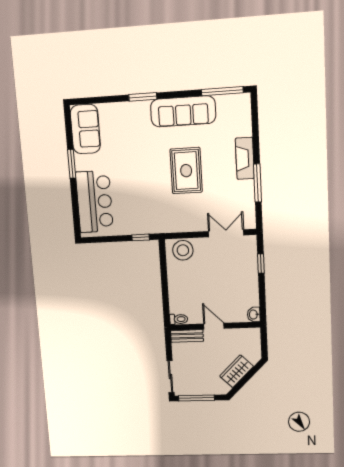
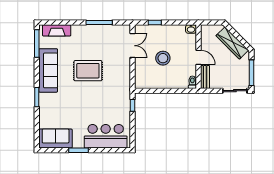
fireplace: (245, 158) -> (57, 30), moved
double door: (226, 233) -> (132, 46), swing flipped
stool: (183, 250) -> (163, 58), moved
door: (214, 326) -> (198, 57), swing flipped
wardrobe: (236, 371) -> (232, 43), width x1.50

